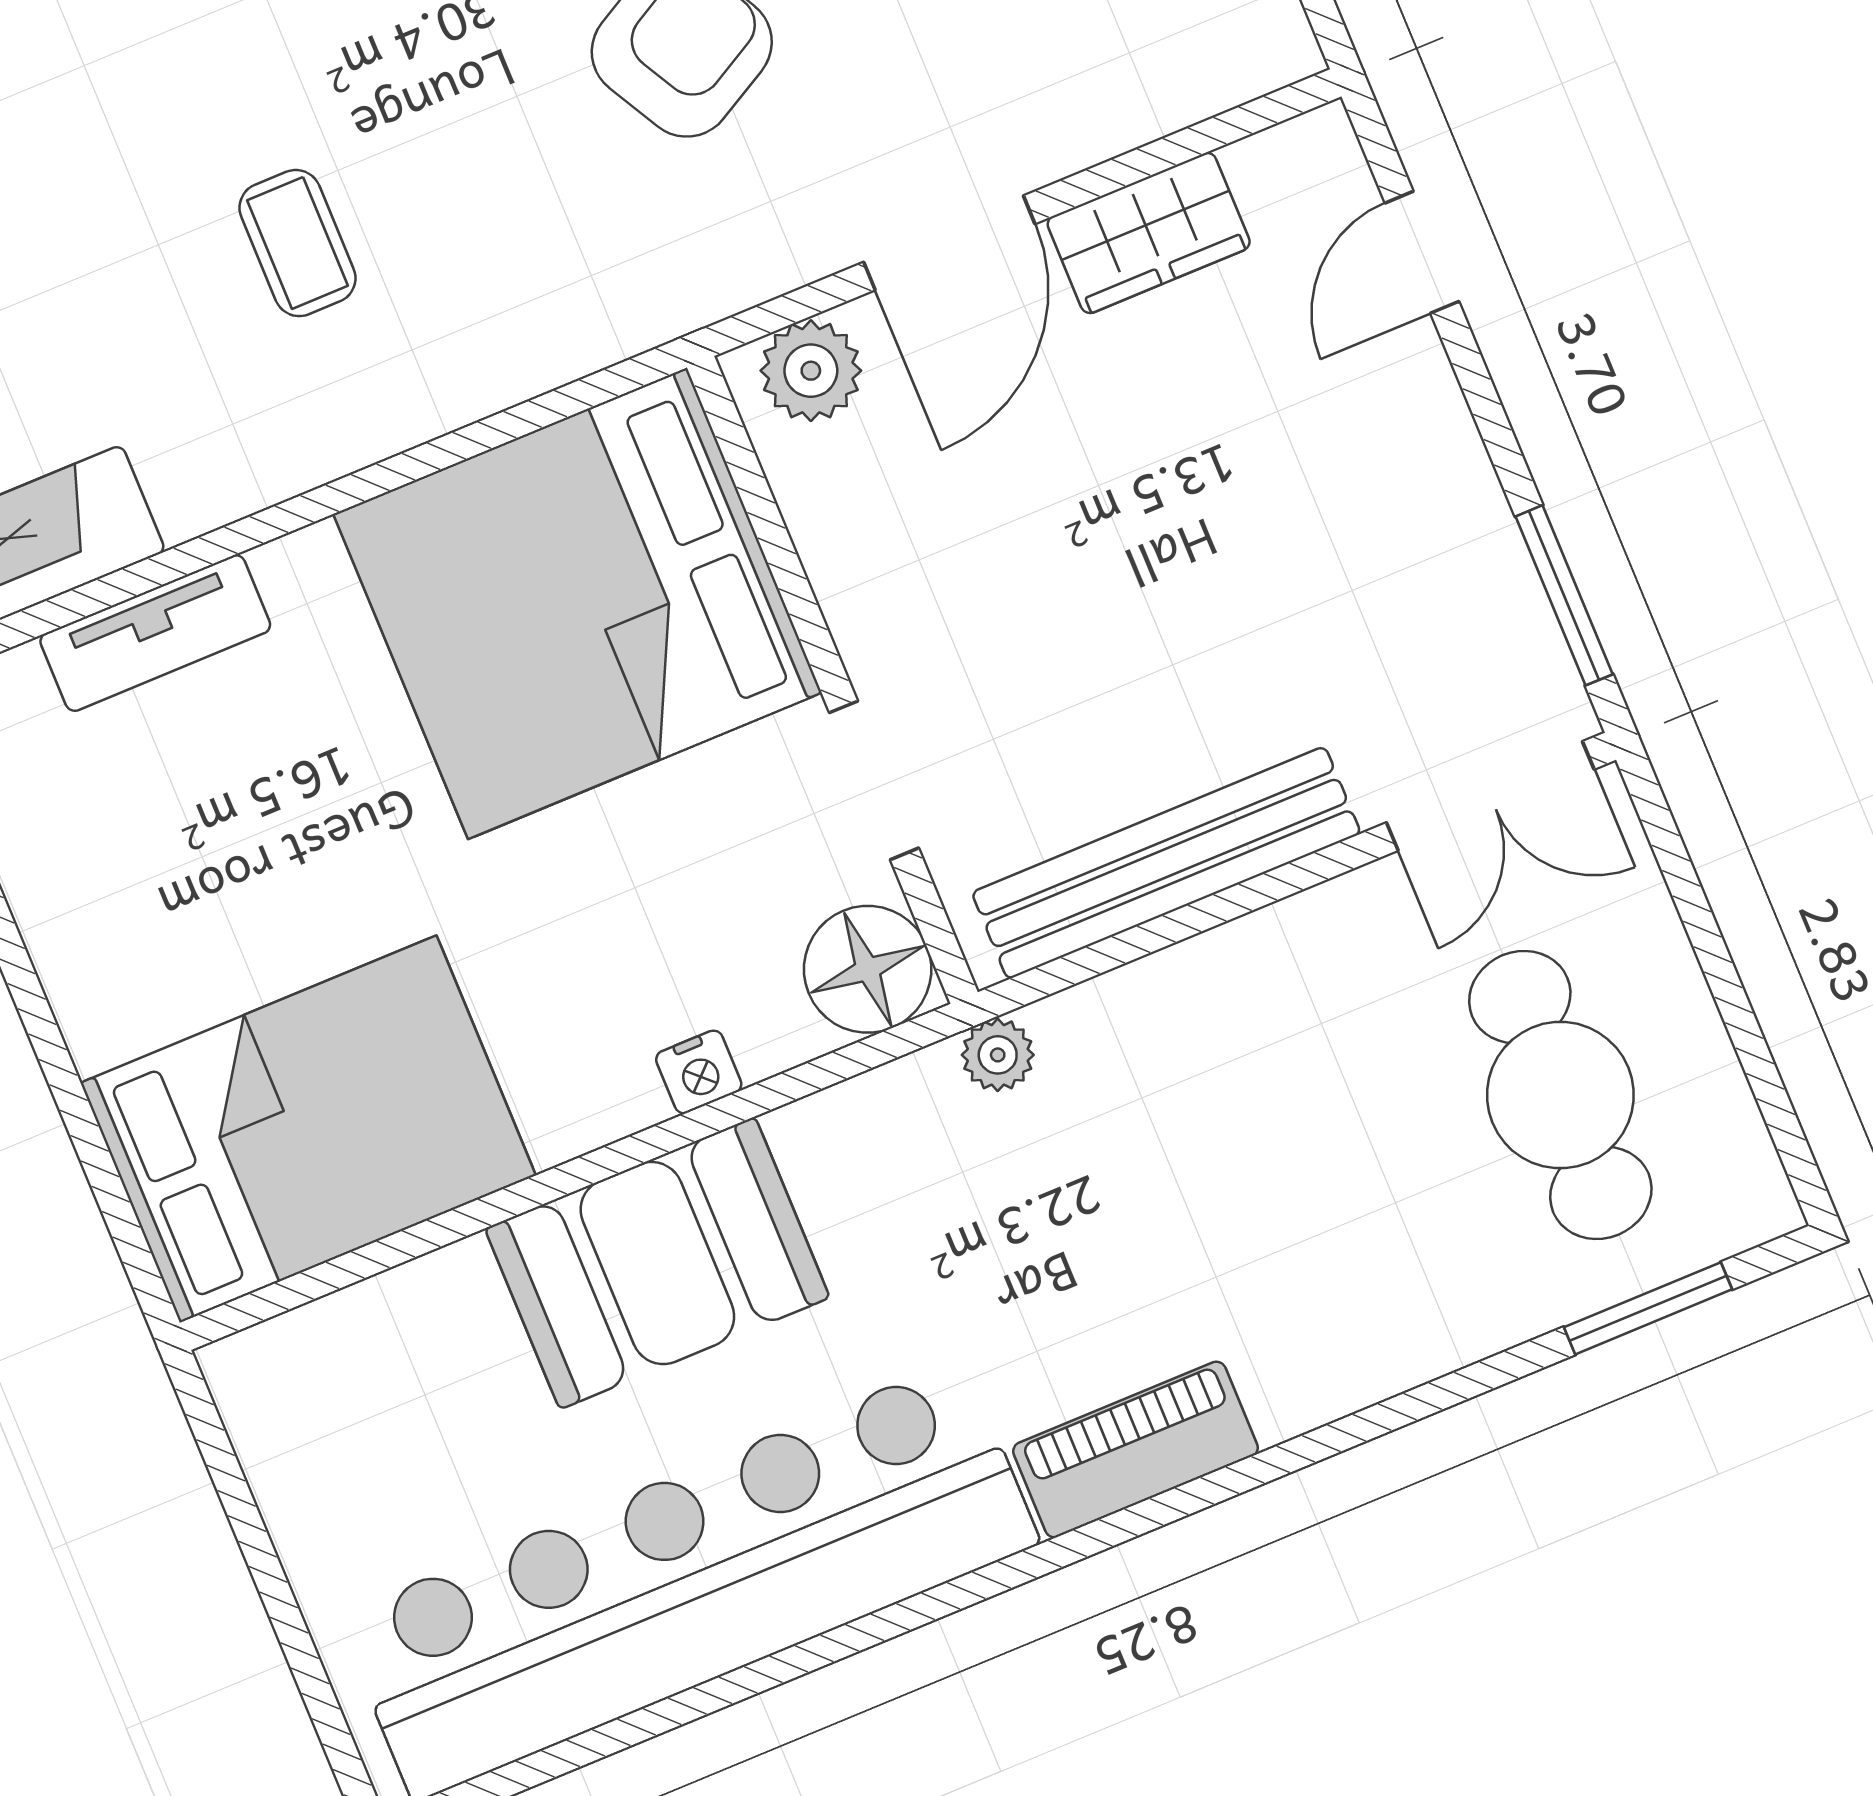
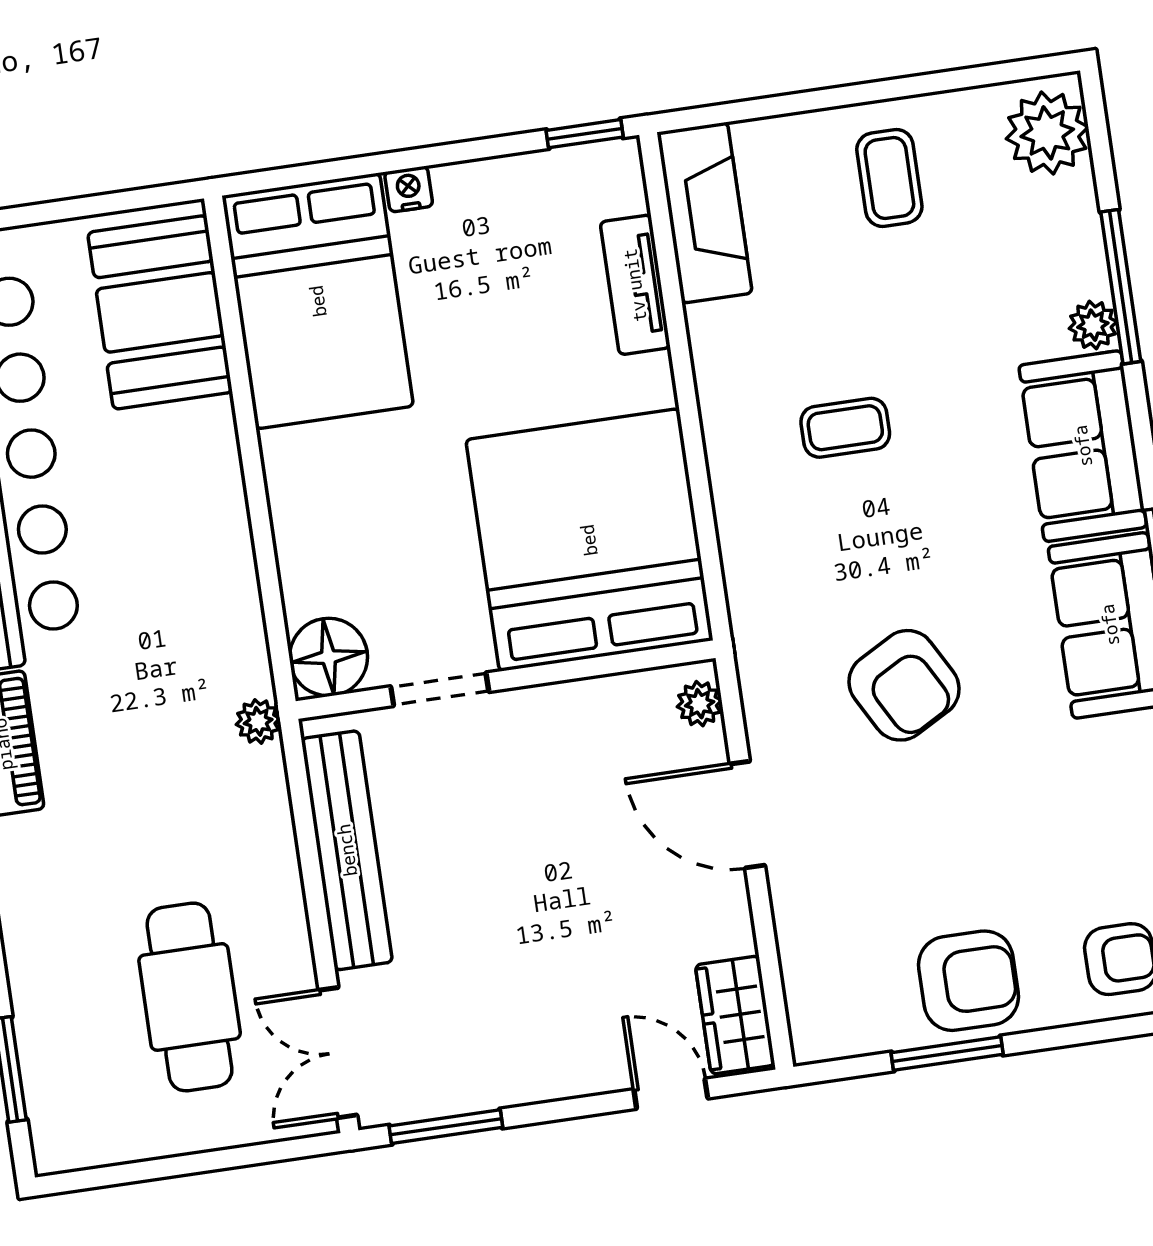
wardrobe: (1149, 233) -> (735, 1015), moved
plant: (811, 371) -> (700, 704), width x0.73, depth x0.73
nightstand: (699, 1072) -> (409, 189), moved, turned 90
cafe table: (1560, 1095) -> (190, 997), moved, turned 90
booth: (657, 1263) -> (160, 312), moved

